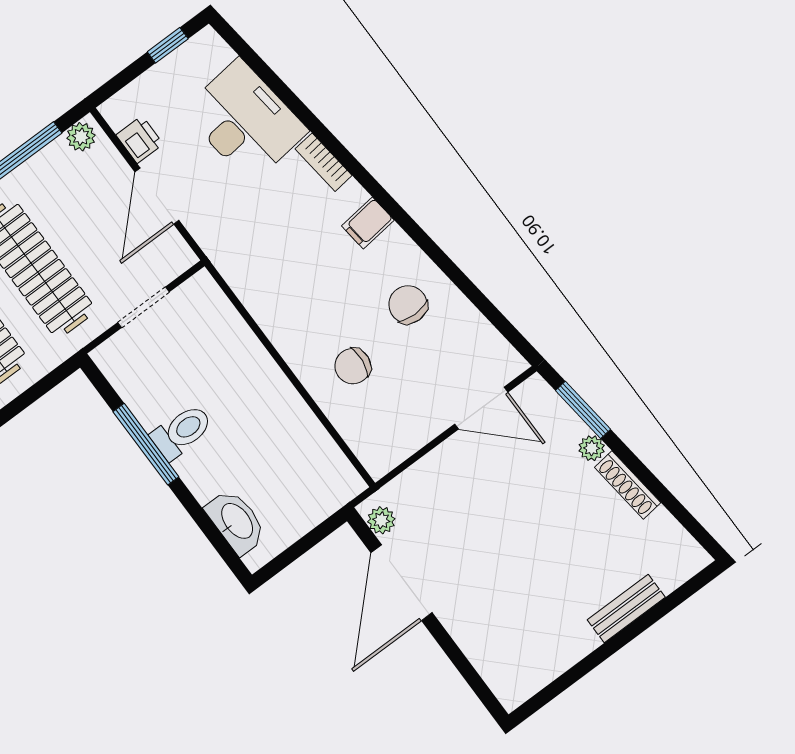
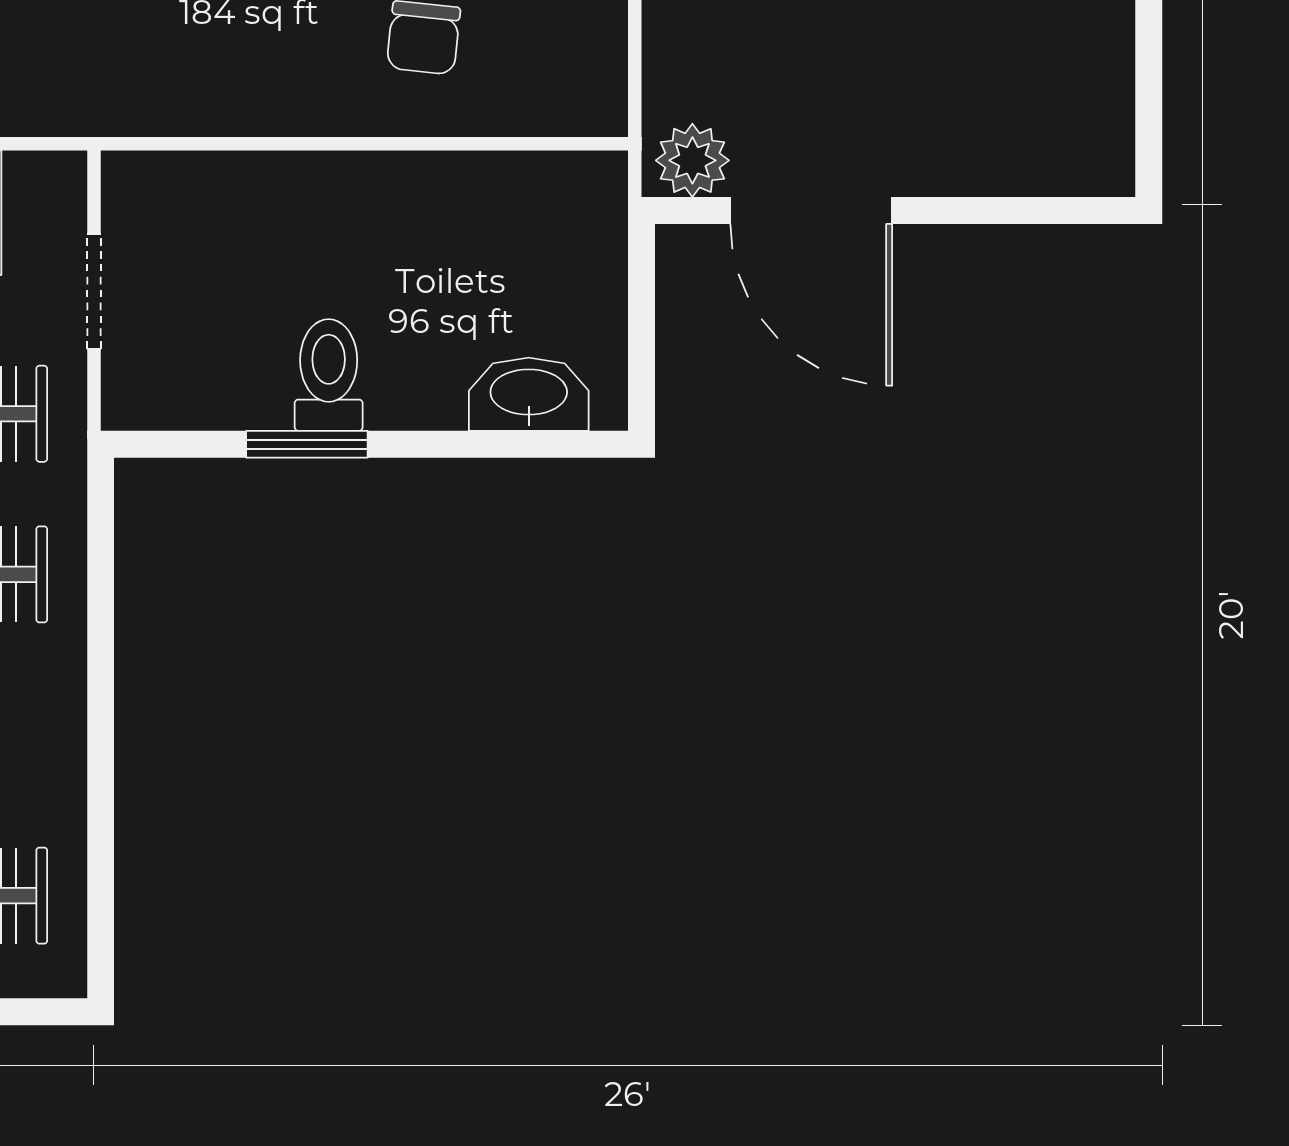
window: (146, 444) -> (307, 444), width x0.69
plant: (381, 520) -> (692, 160), width x1.38, depth x1.38

